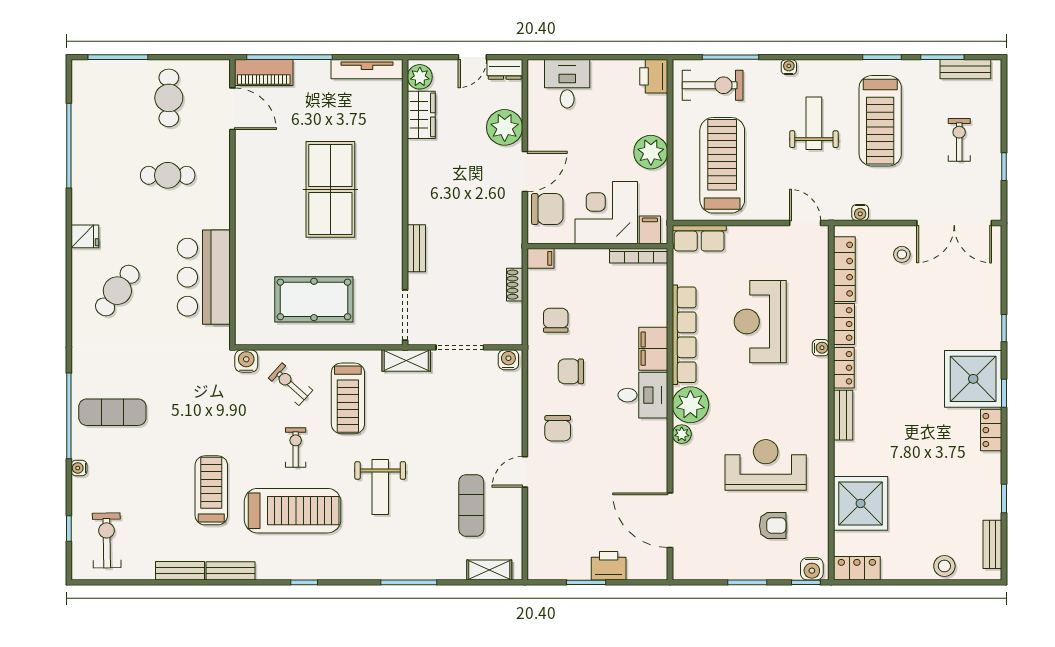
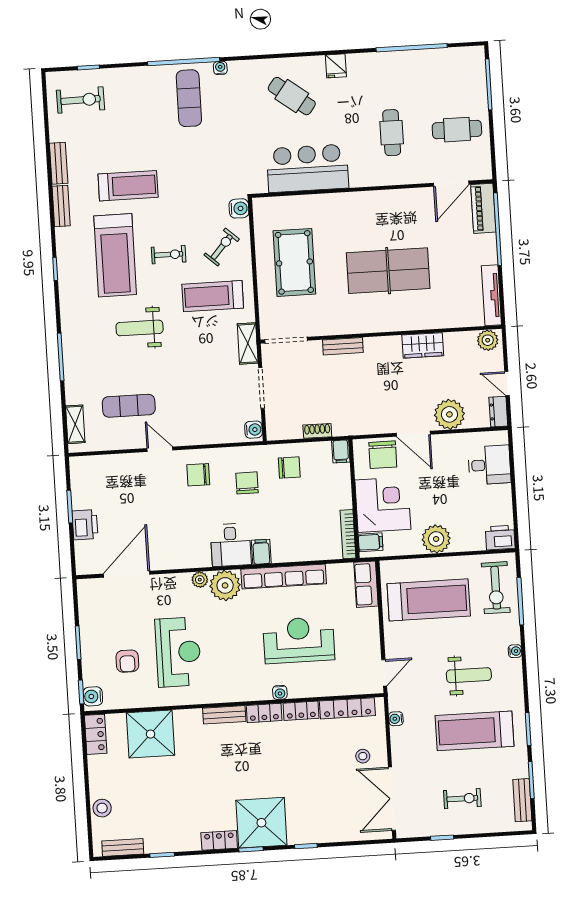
wardrobe: (421, 115) -> (423, 345), moved
filing cabinet: (653, 349) -> (261, 552), width x0.50
water cooler: (79, 468) -> (220, 68), moved

